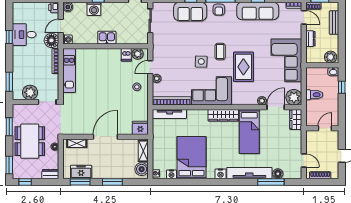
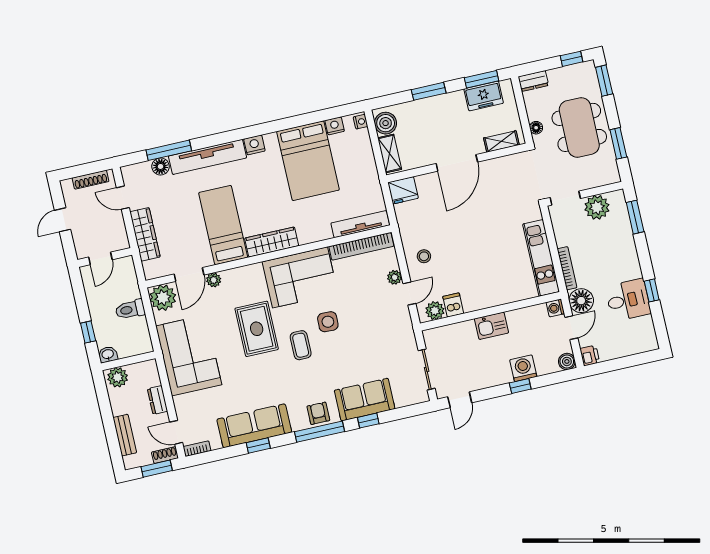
wardrobe: (296, 120) -> (145, 234), moved, width x1.50

